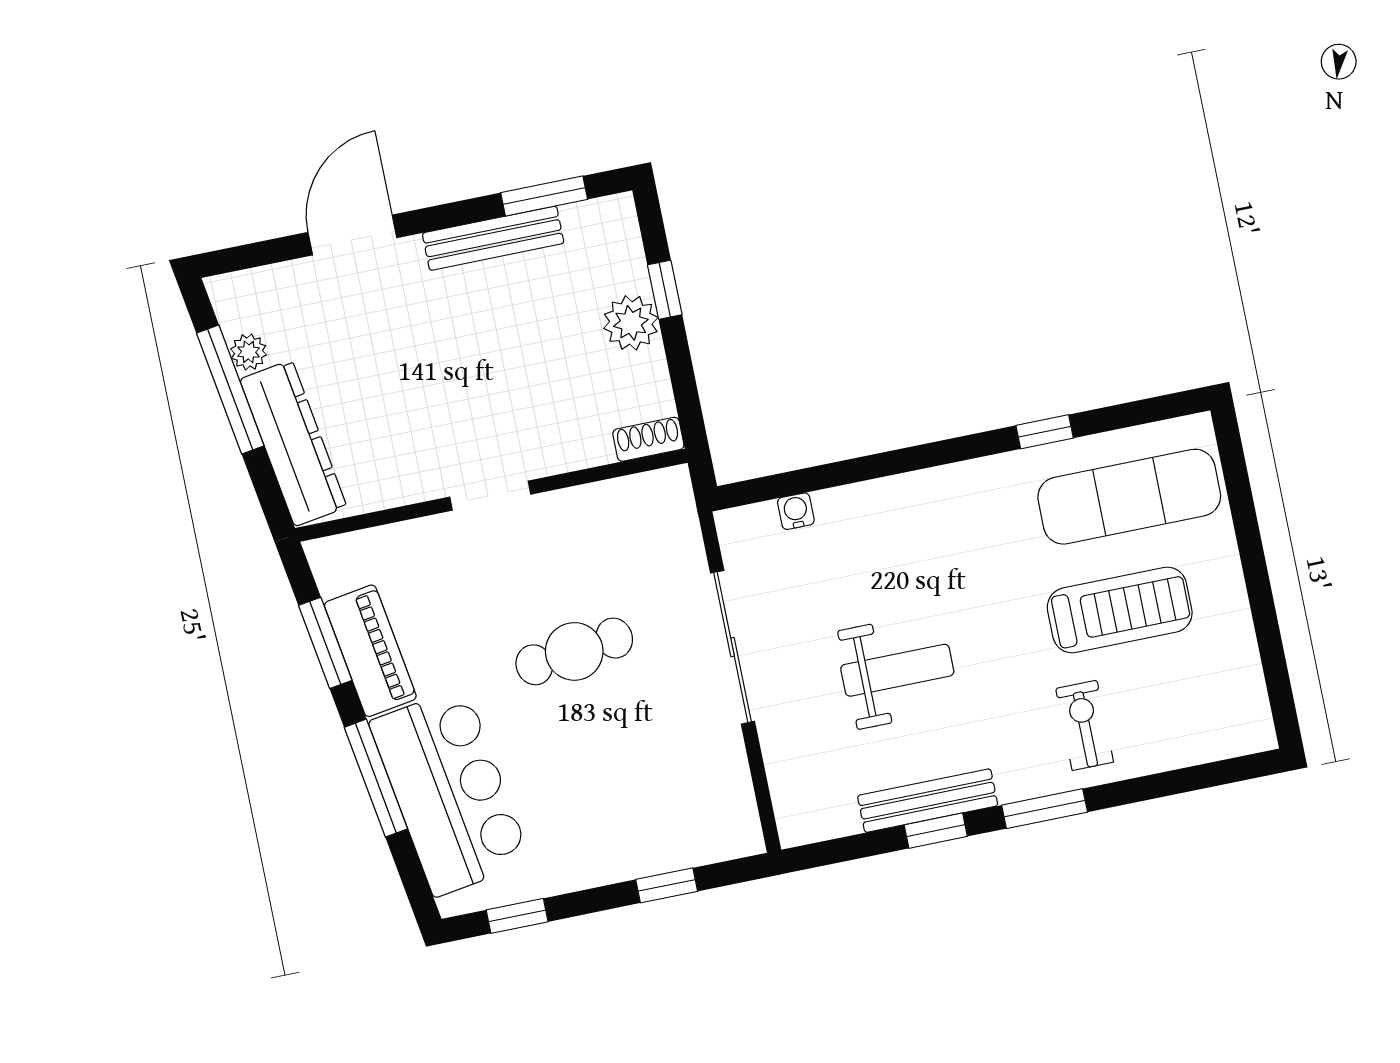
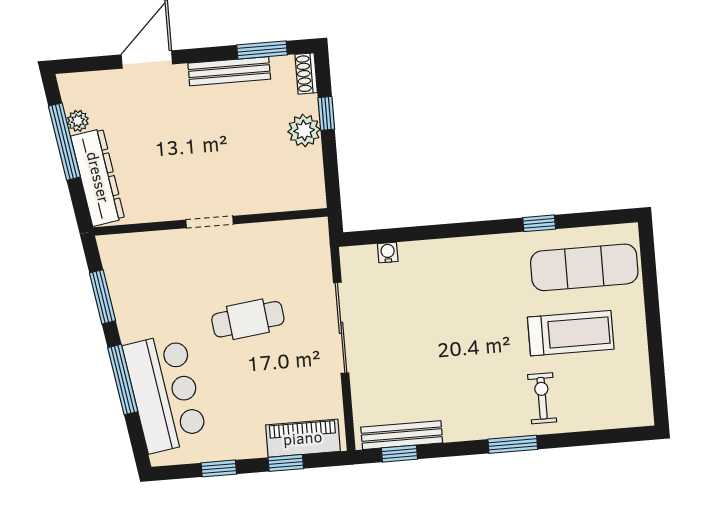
shoe rack: (648, 439) -> (306, 74), moved, turned -90
piano: (370, 651) -> (303, 438), moved, turned -81
weight bench: (897, 670) -> (436, 353), removed
bench: (928, 801) -> (402, 435), moved
window: (936, 831) -> (399, 454), moved
window: (517, 916) -> (219, 468), moved

